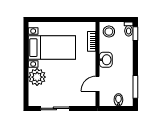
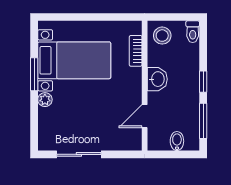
window: (135, 34) -> (203, 82), moved
window: (26, 57) -> (34, 74), added
plant: (37, 77) -> (45, 100), width x0.53, depth x0.53

